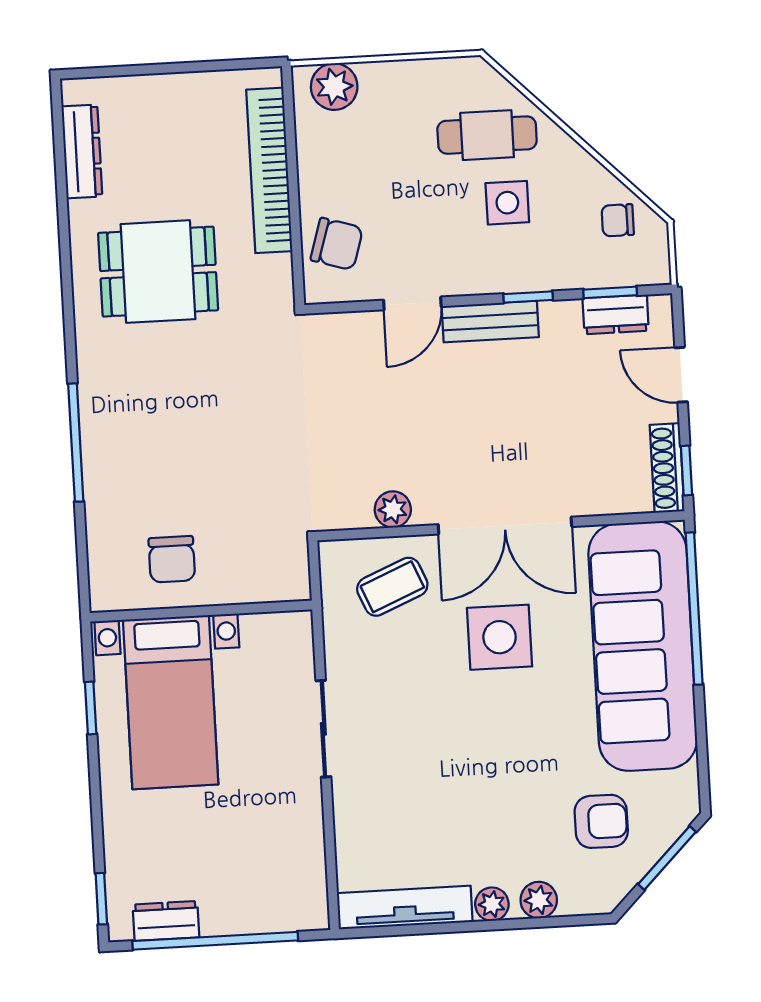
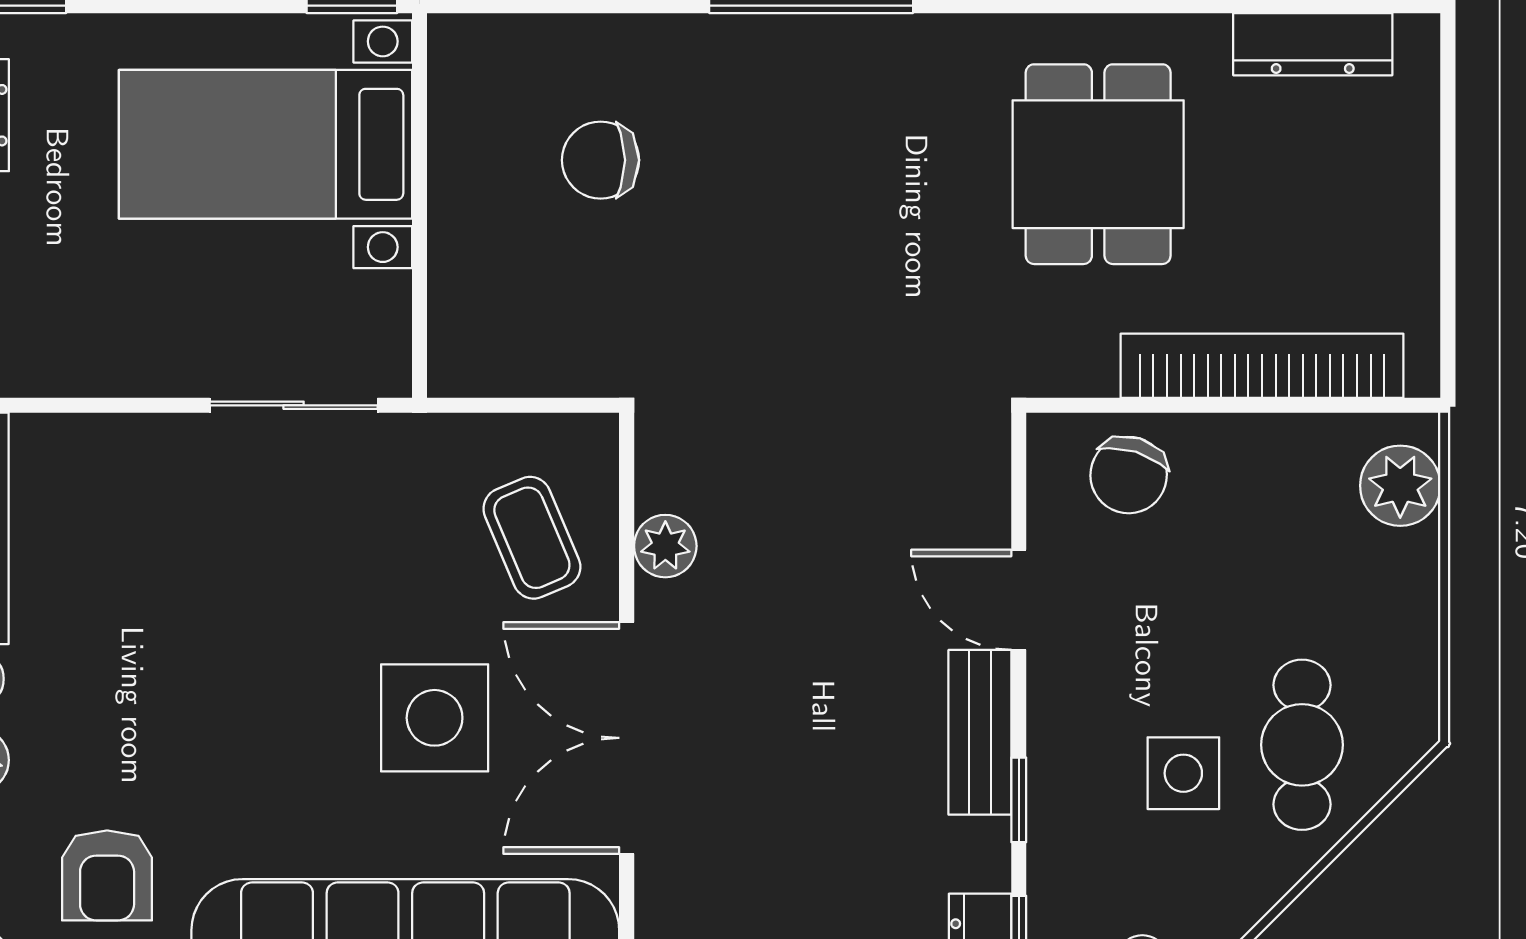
wall: (201, 611) -> (419, 205), moved
bed with nightstands: (171, 702) -> (265, 144), moved

